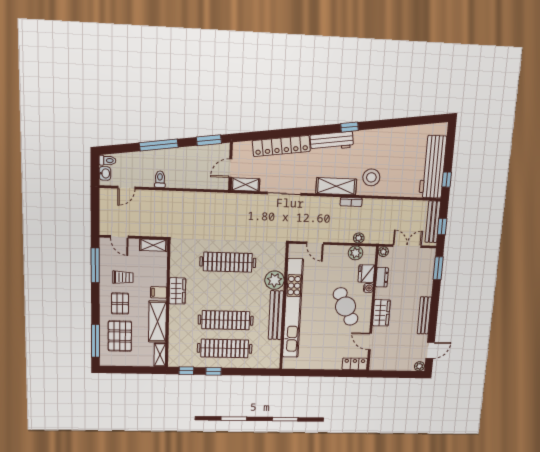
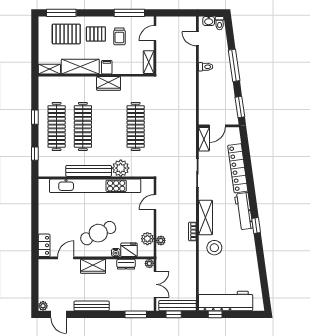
door: (230, 168) -> (217, 126), swing flipped
window: (186, 371) -> (35, 154), moved

